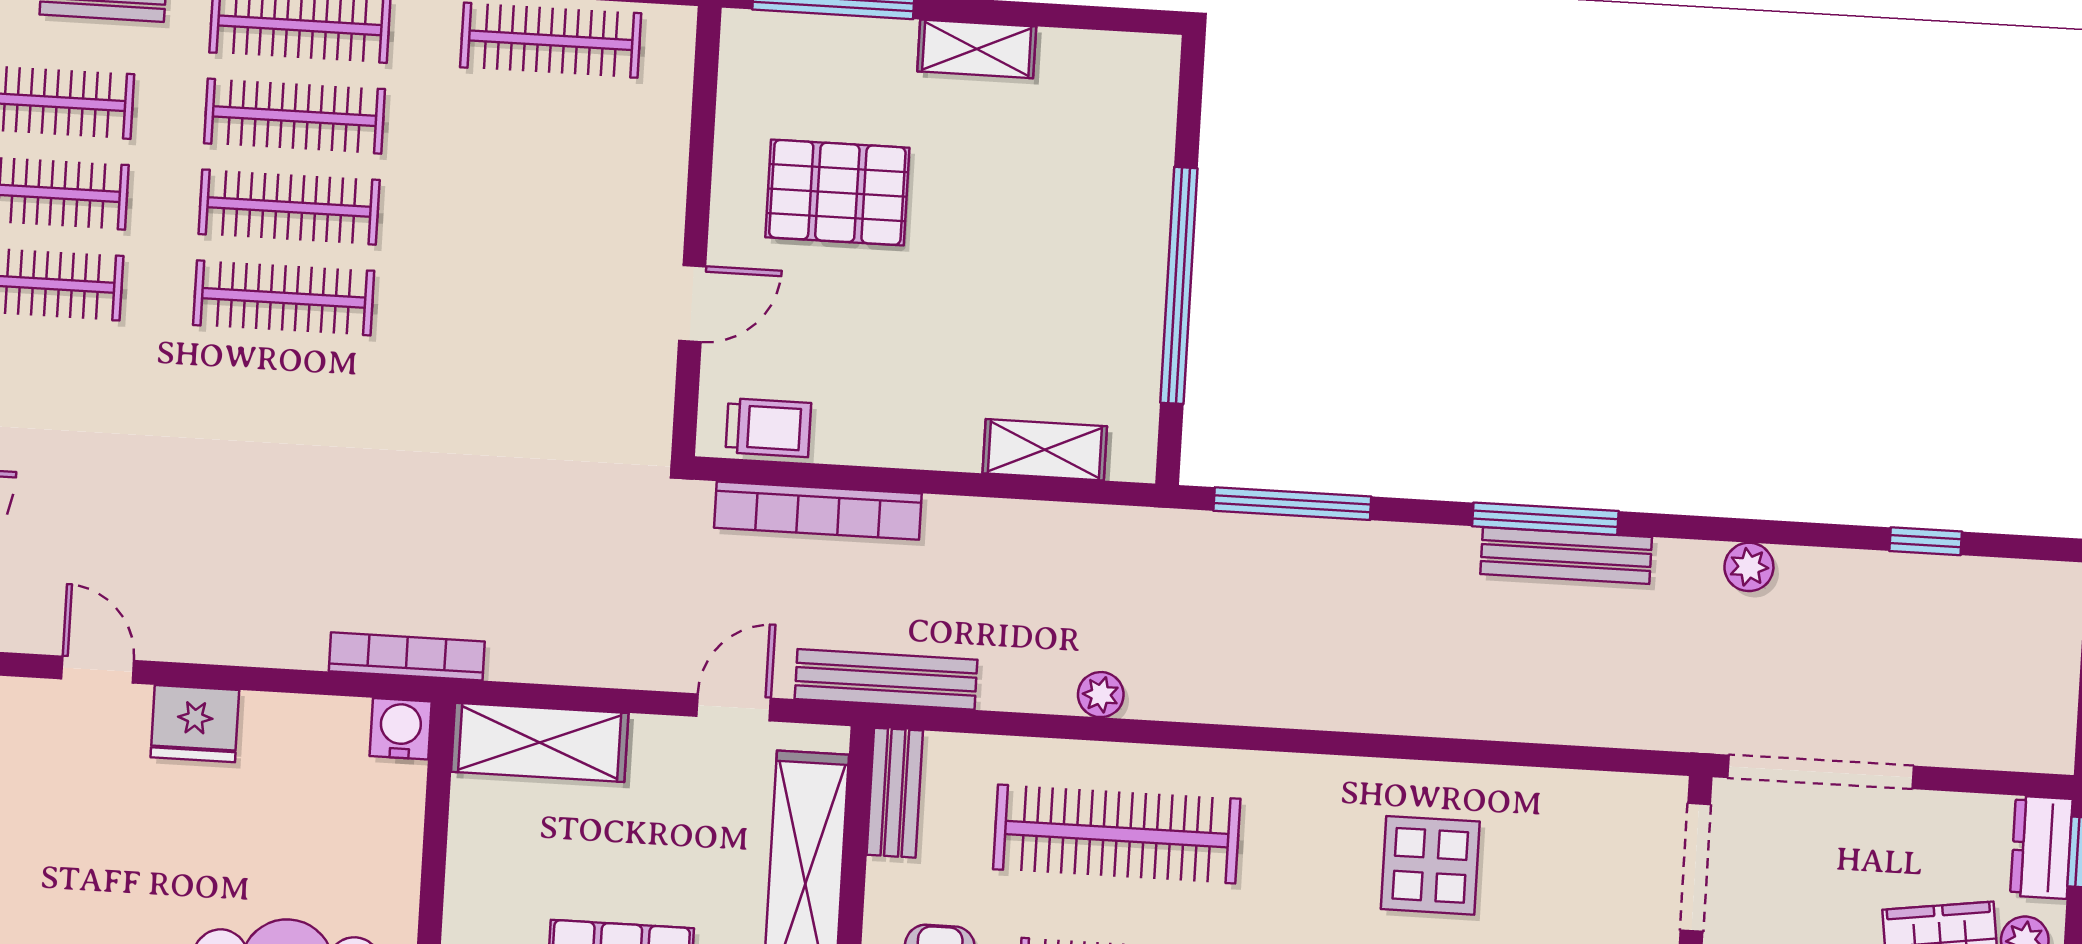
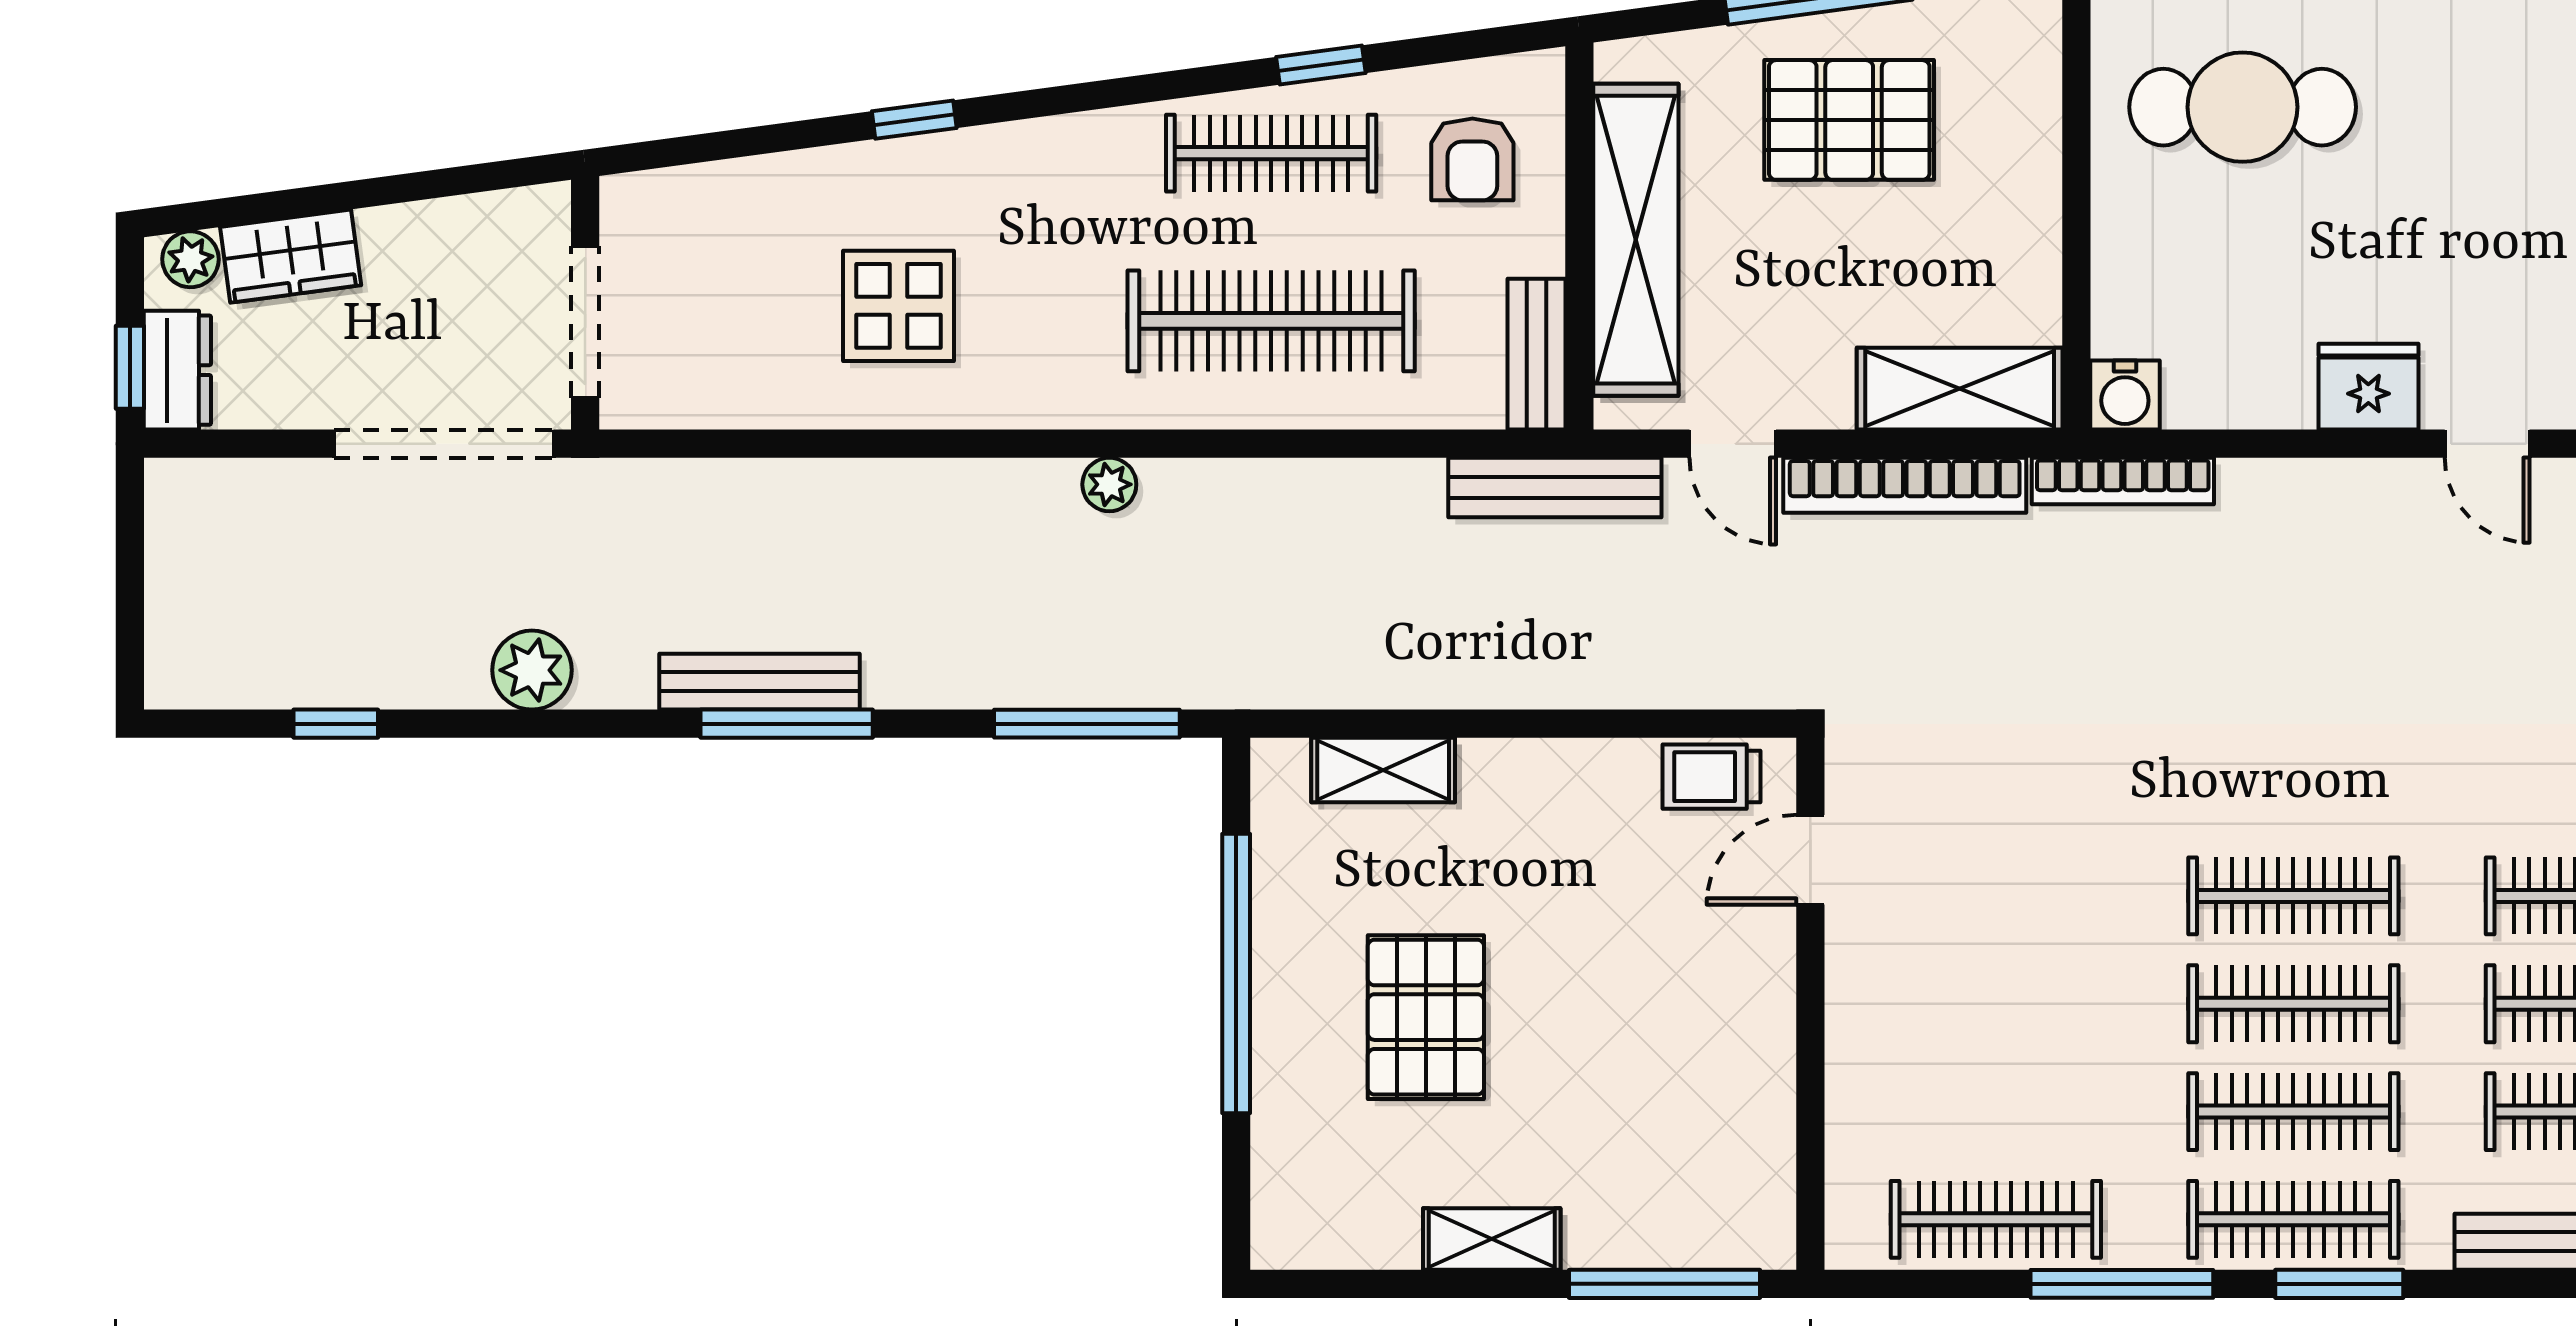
pallet: (837, 192) -> (1426, 1017), moved, turned 90
door: (692, 303) -> (1810, 860), moved
bookcase: (818, 511) -> (1905, 485), moved, turned 180
plant: (1749, 567) -> (532, 670), width x1.38, depth x1.38
plant: (1101, 695) -> (1109, 484), moved
door: (734, 707) -> (1733, 444), hinge flipped

